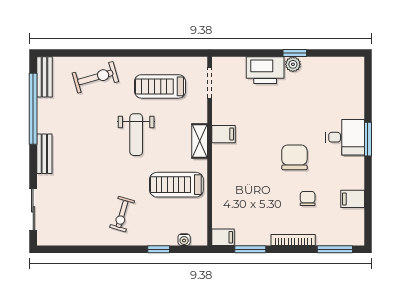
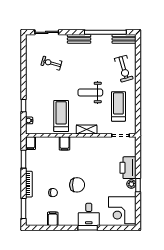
corner desk: (338, 80) -> (122, 210), added
filing cabinet: (223, 134) -> (64, 143), moved
exercise bike: (122, 214) -> (51, 63), moved

